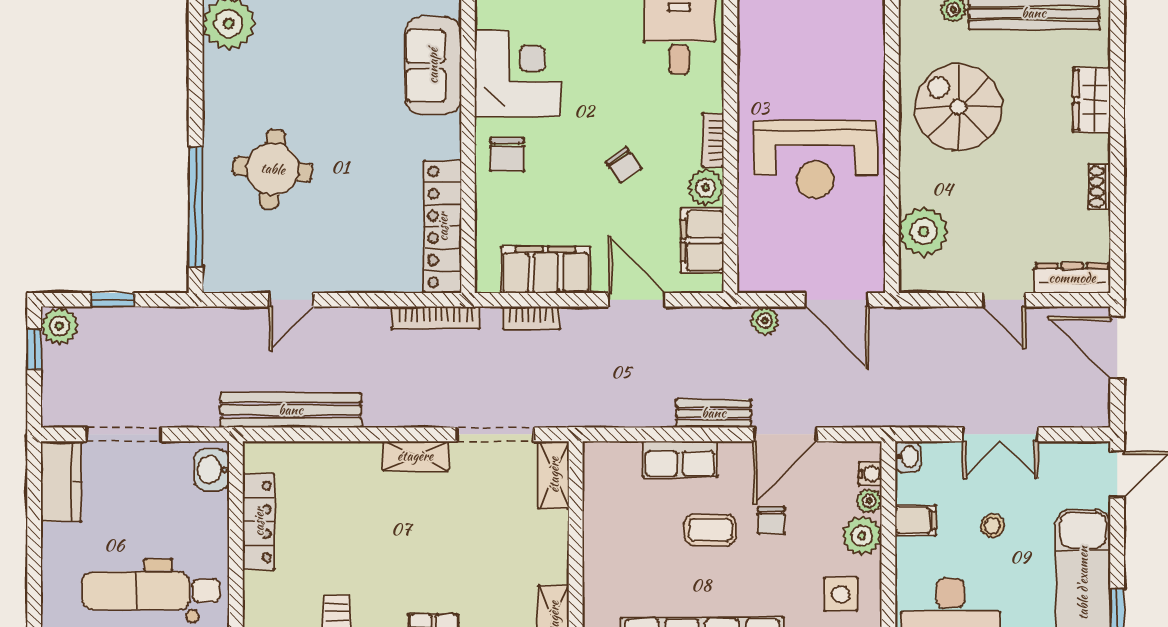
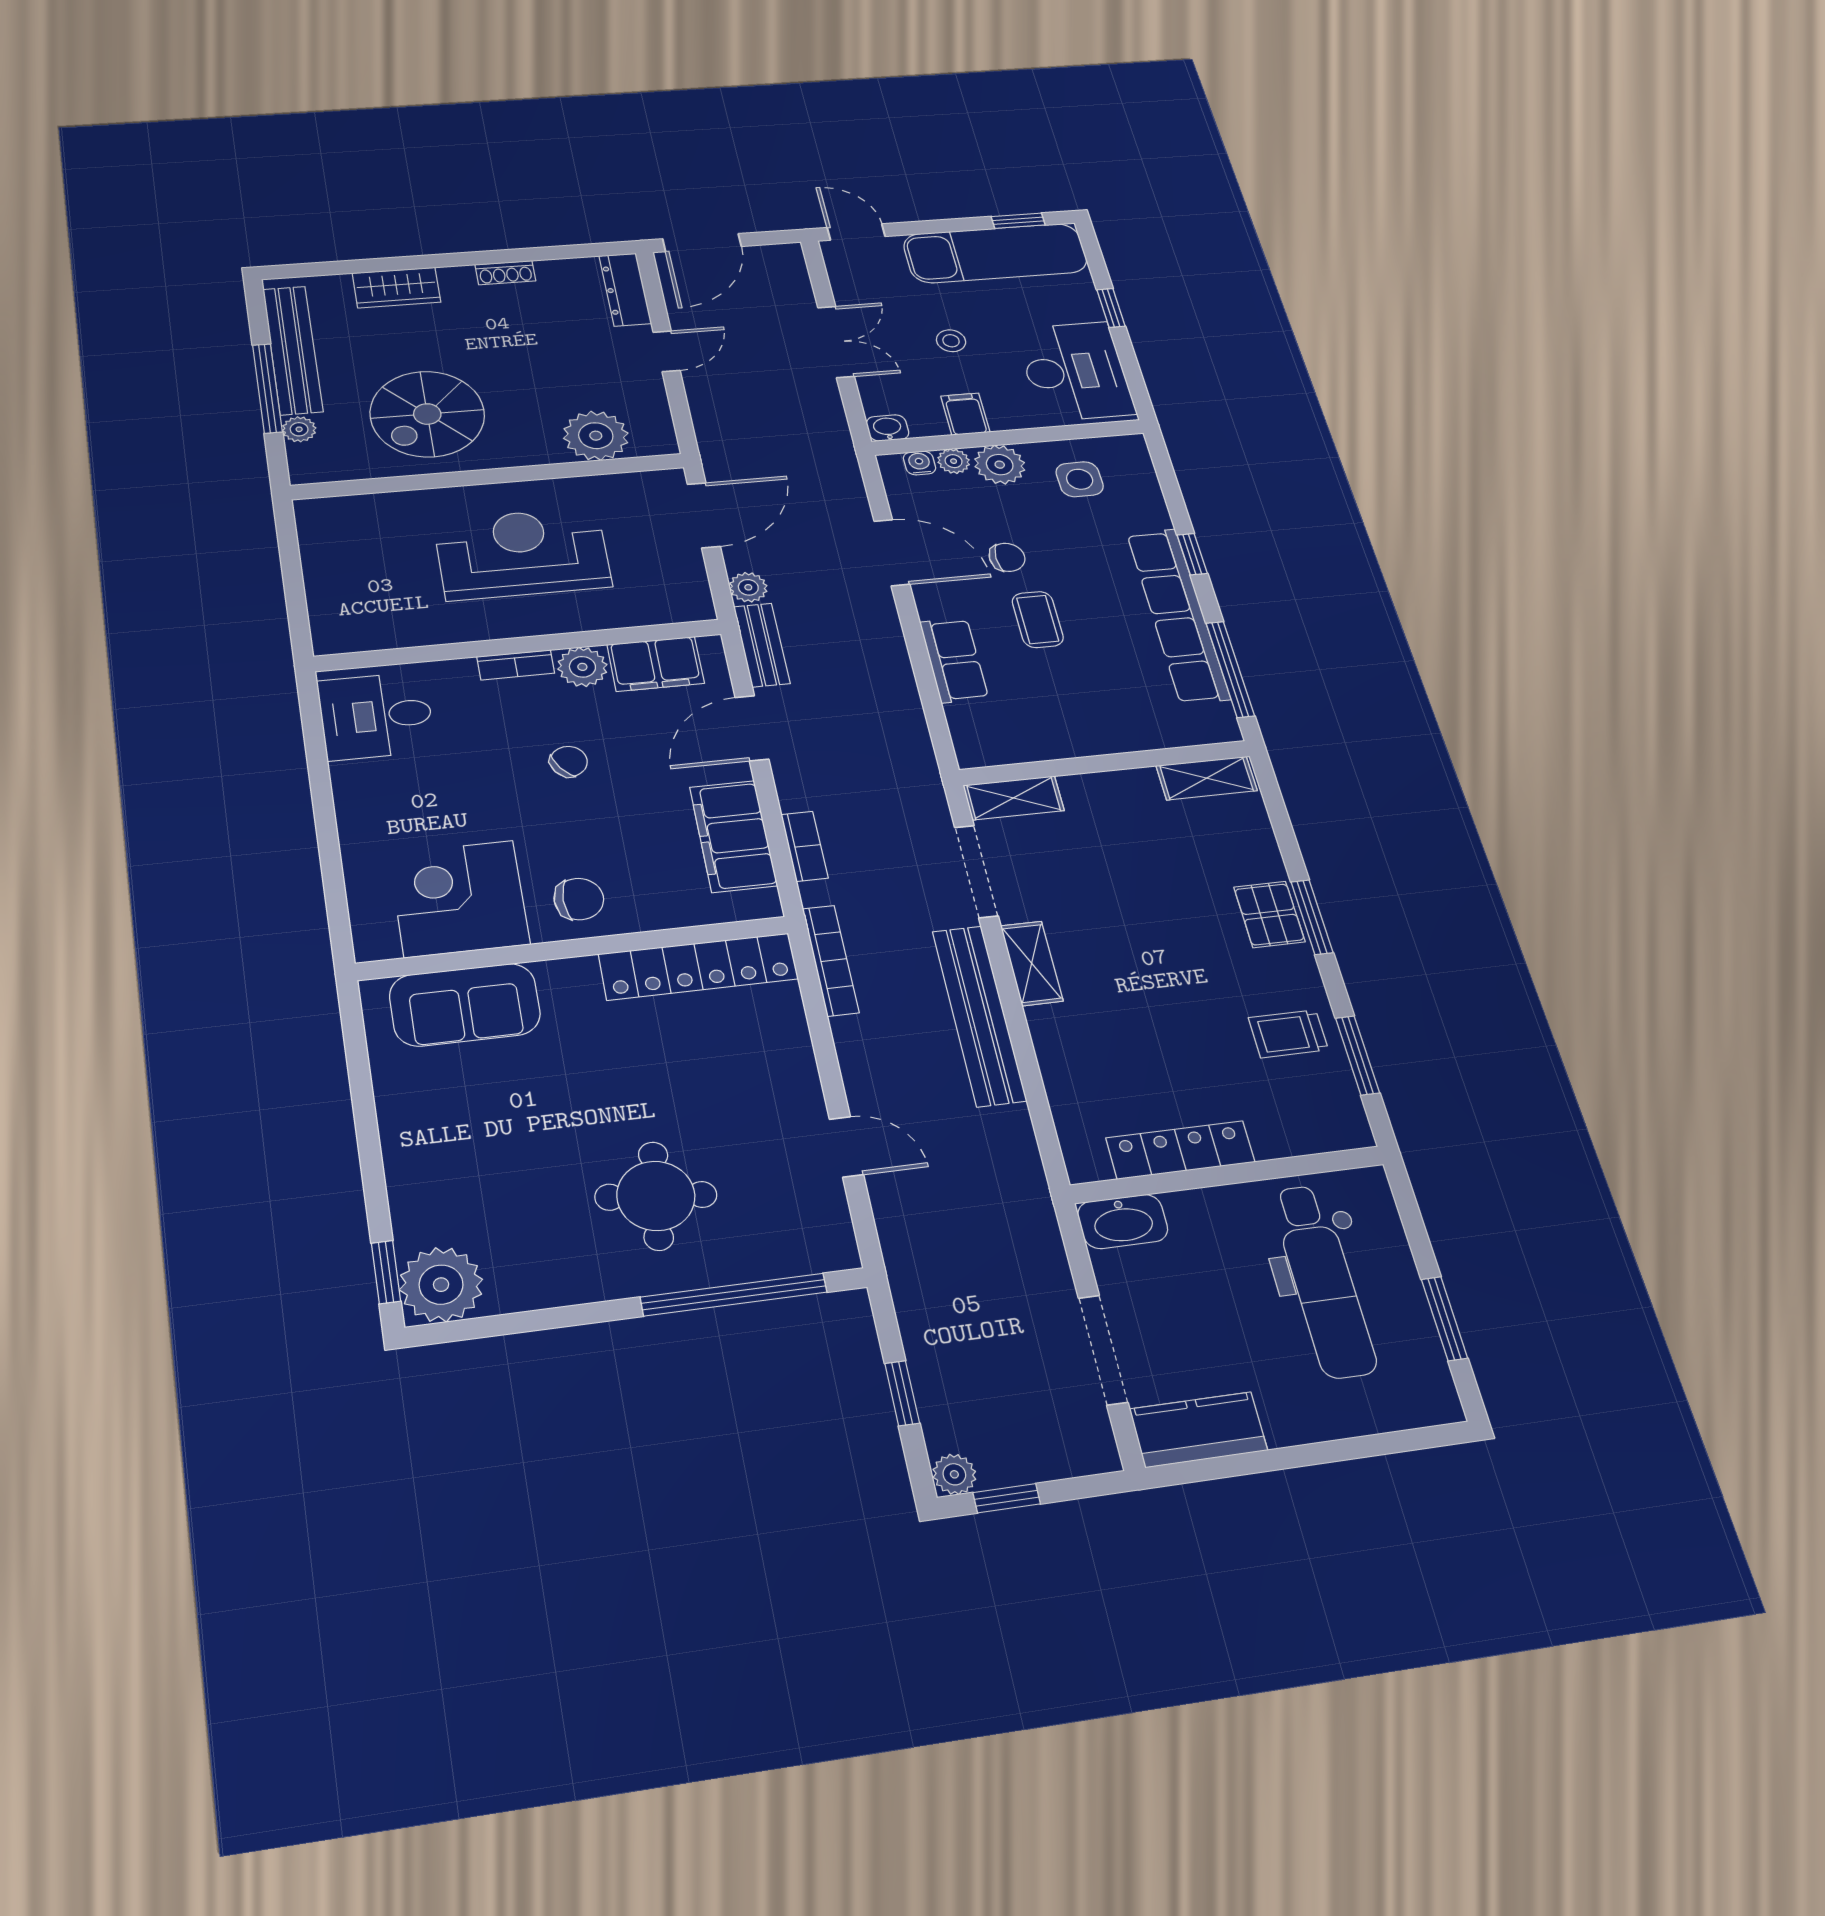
reception desk: (815, 160) -> (522, 553), turned -90
plant: (60, 326) -> (954, 1474), width x0.73, depth x0.73
bench: (291, 410) -> (979, 1015), moved
bench: (714, 413) -> (762, 645), moved
washbasin: (212, 470) -> (1123, 1221), width x1.38

